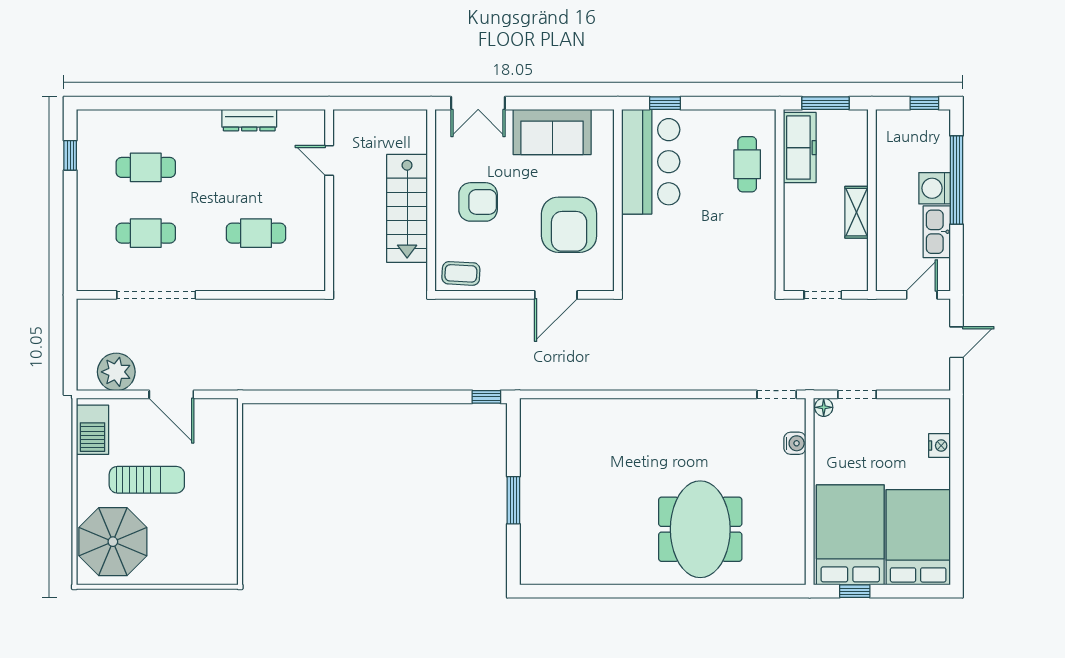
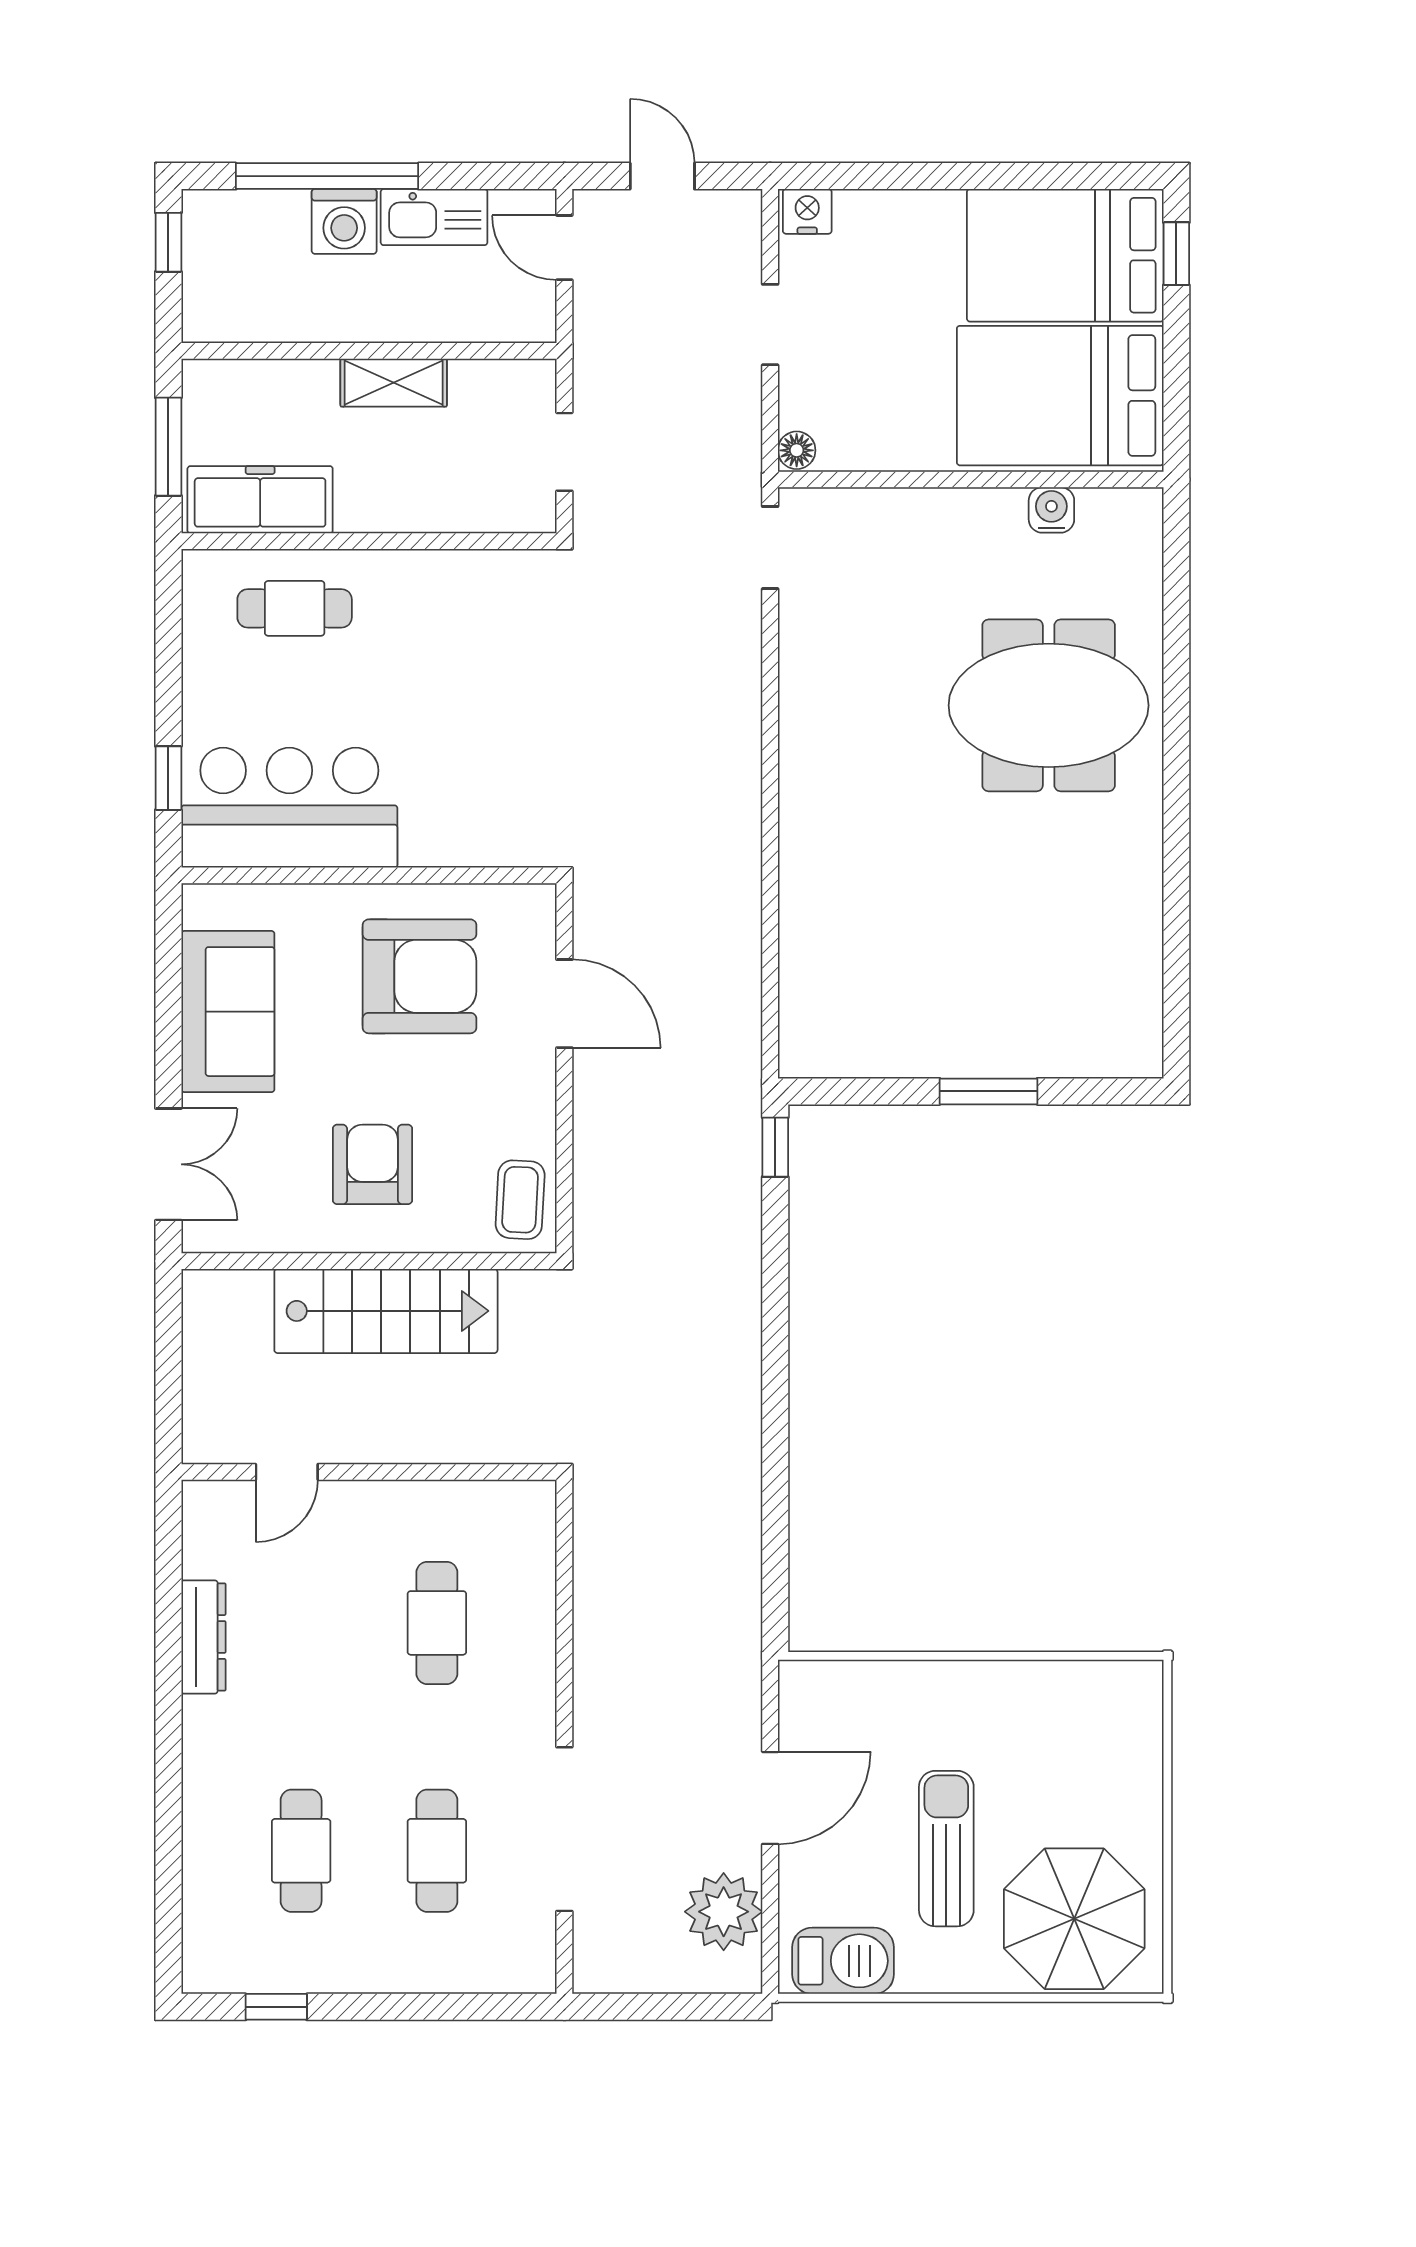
doorway: (857, 394) -> (770, 325), moved
water cooler: (795, 443) -> (1051, 510), moved
nightstand: (939, 446) -> (807, 211), moved
window: (855, 591) -> (1176, 254), moved

